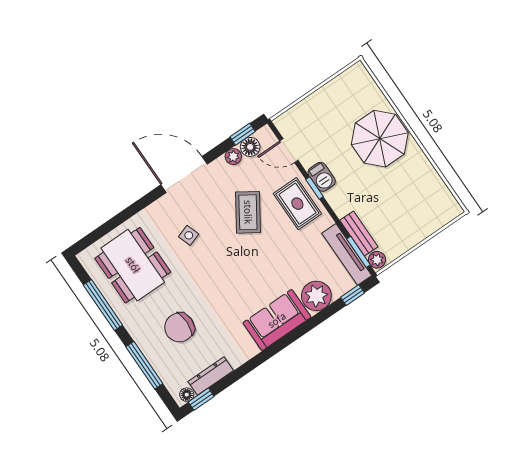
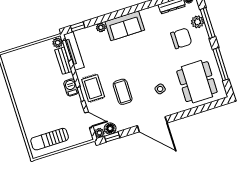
sun lounger: (343, 100) -> (50, 139), added
parasol: (380, 139) -> (35, 111), removed
plant: (233, 157) -> (99, 133), moved
barbecue: (322, 177) -> (71, 87), moved
coffee table: (248, 212) -> (123, 92), turned -33
plant: (316, 296) -> (101, 28), width x0.53, depth x0.53
plant: (161, 362) -> (198, 22), added

